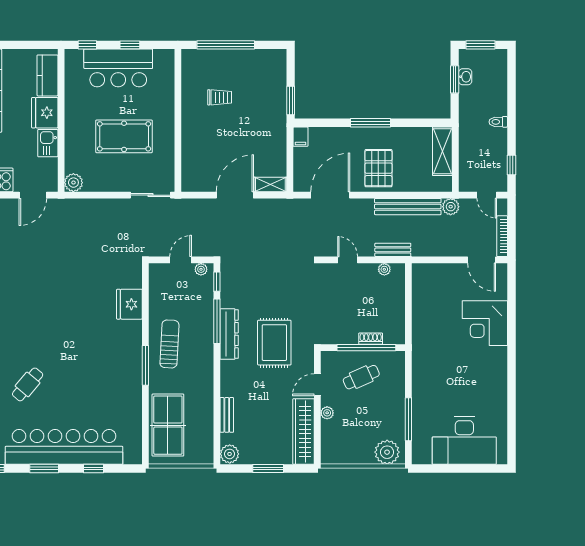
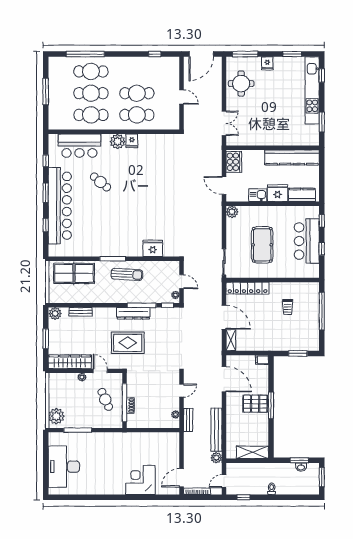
window: (291, 101) -> (298, 353), moved
locker: (190, 159) -> (247, 288), added
pallet: (378, 168) -> (255, 404), moved

